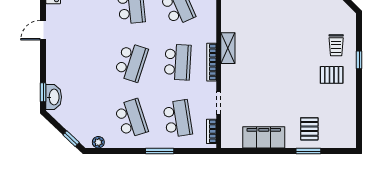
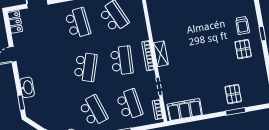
shelving: (228, 48) -> (161, 54), moved
pallet: (332, 75) -> (243, 49), turned 90
washbasin: (54, 97) -> (27, 87), moved
filing cabinet: (264, 137) -> (185, 110), moved

